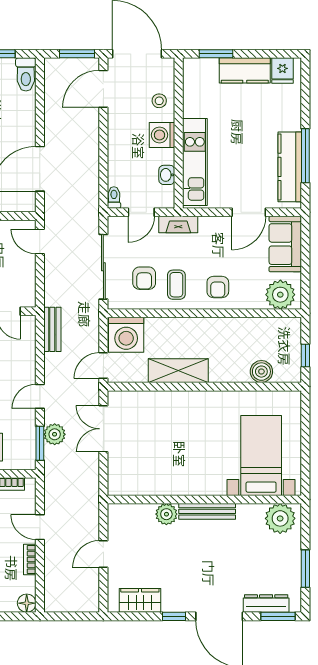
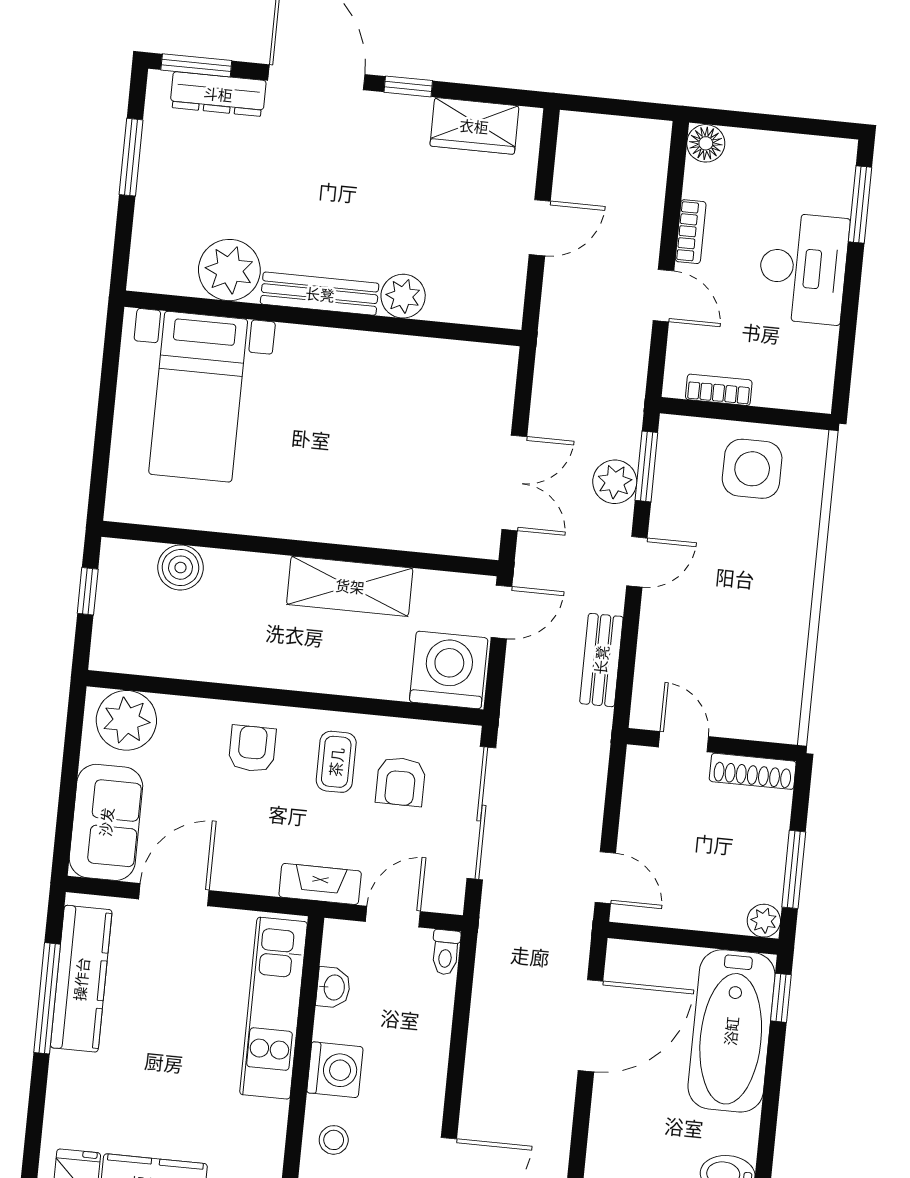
armchair: (144, 278) -> (400, 782), turned 180
bench: (52, 329) -> (601, 660), moved
plant: (280, 518) -> (229, 270), moved

